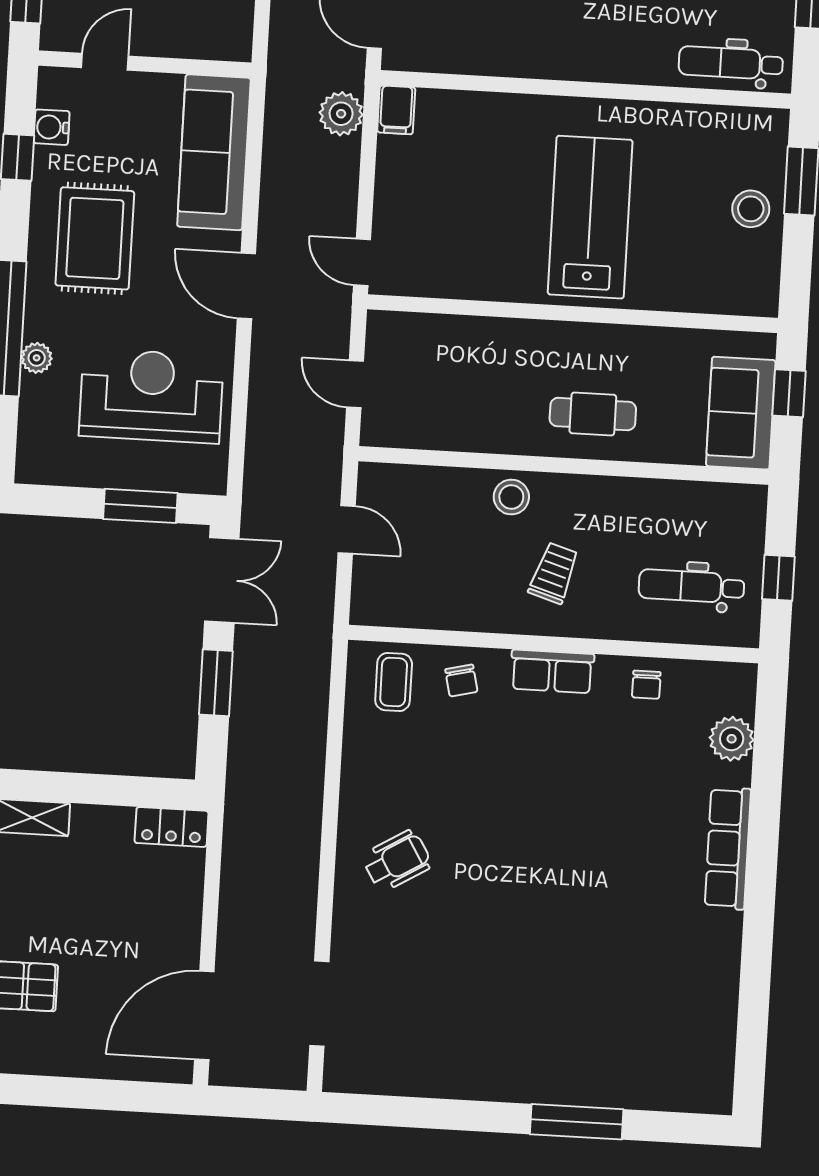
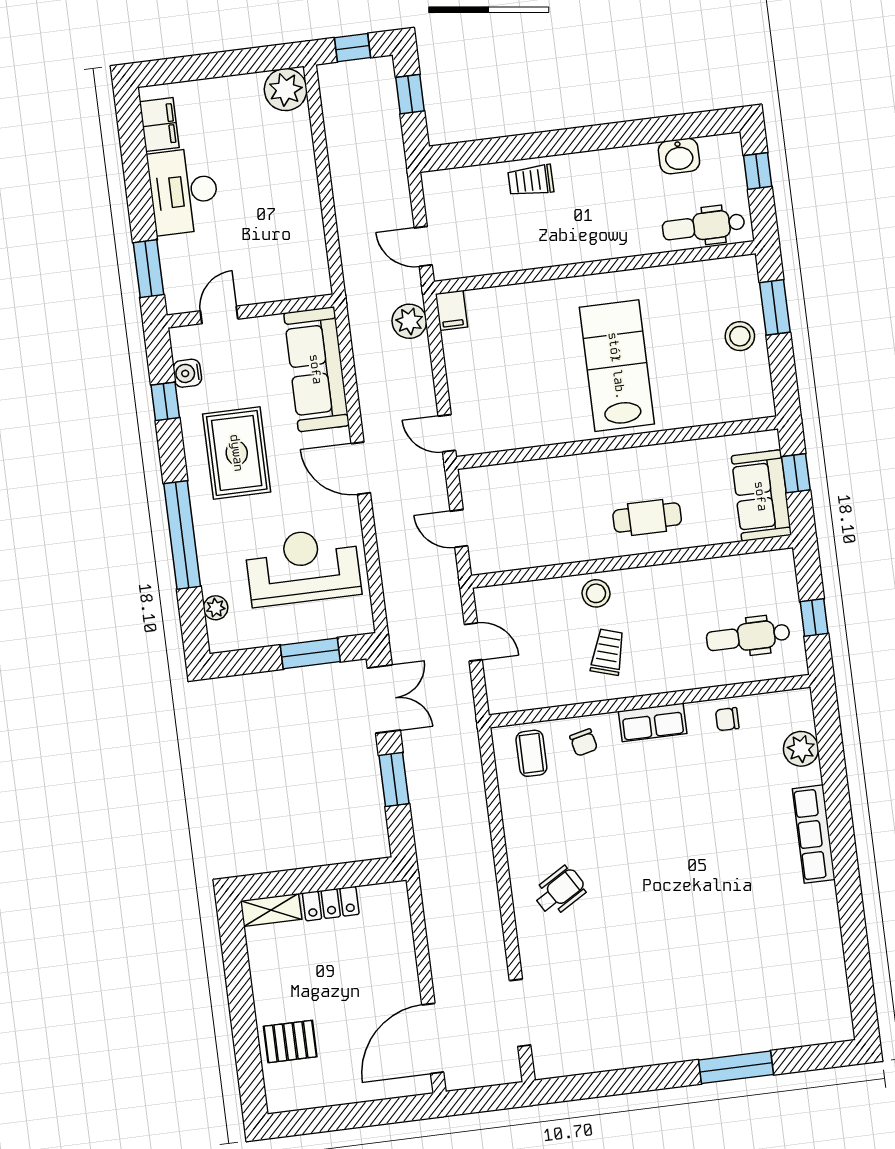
plant: (37, 358) -> (216, 608), moved
trolley: (554, 573) -> (608, 652), moved
chair: (646, 685) -> (727, 719), turned 90
locker: (172, 827) -> (331, 904), moved

